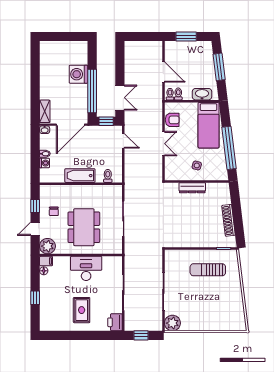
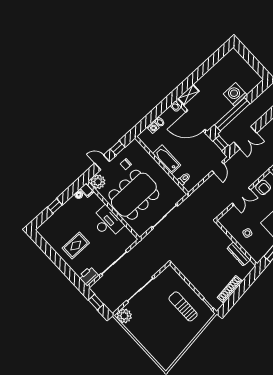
dresser: (192, 188) -> (239, 254), moved
dining table: (84, 227) -> (134, 195), width x1.36, depth x1.24

